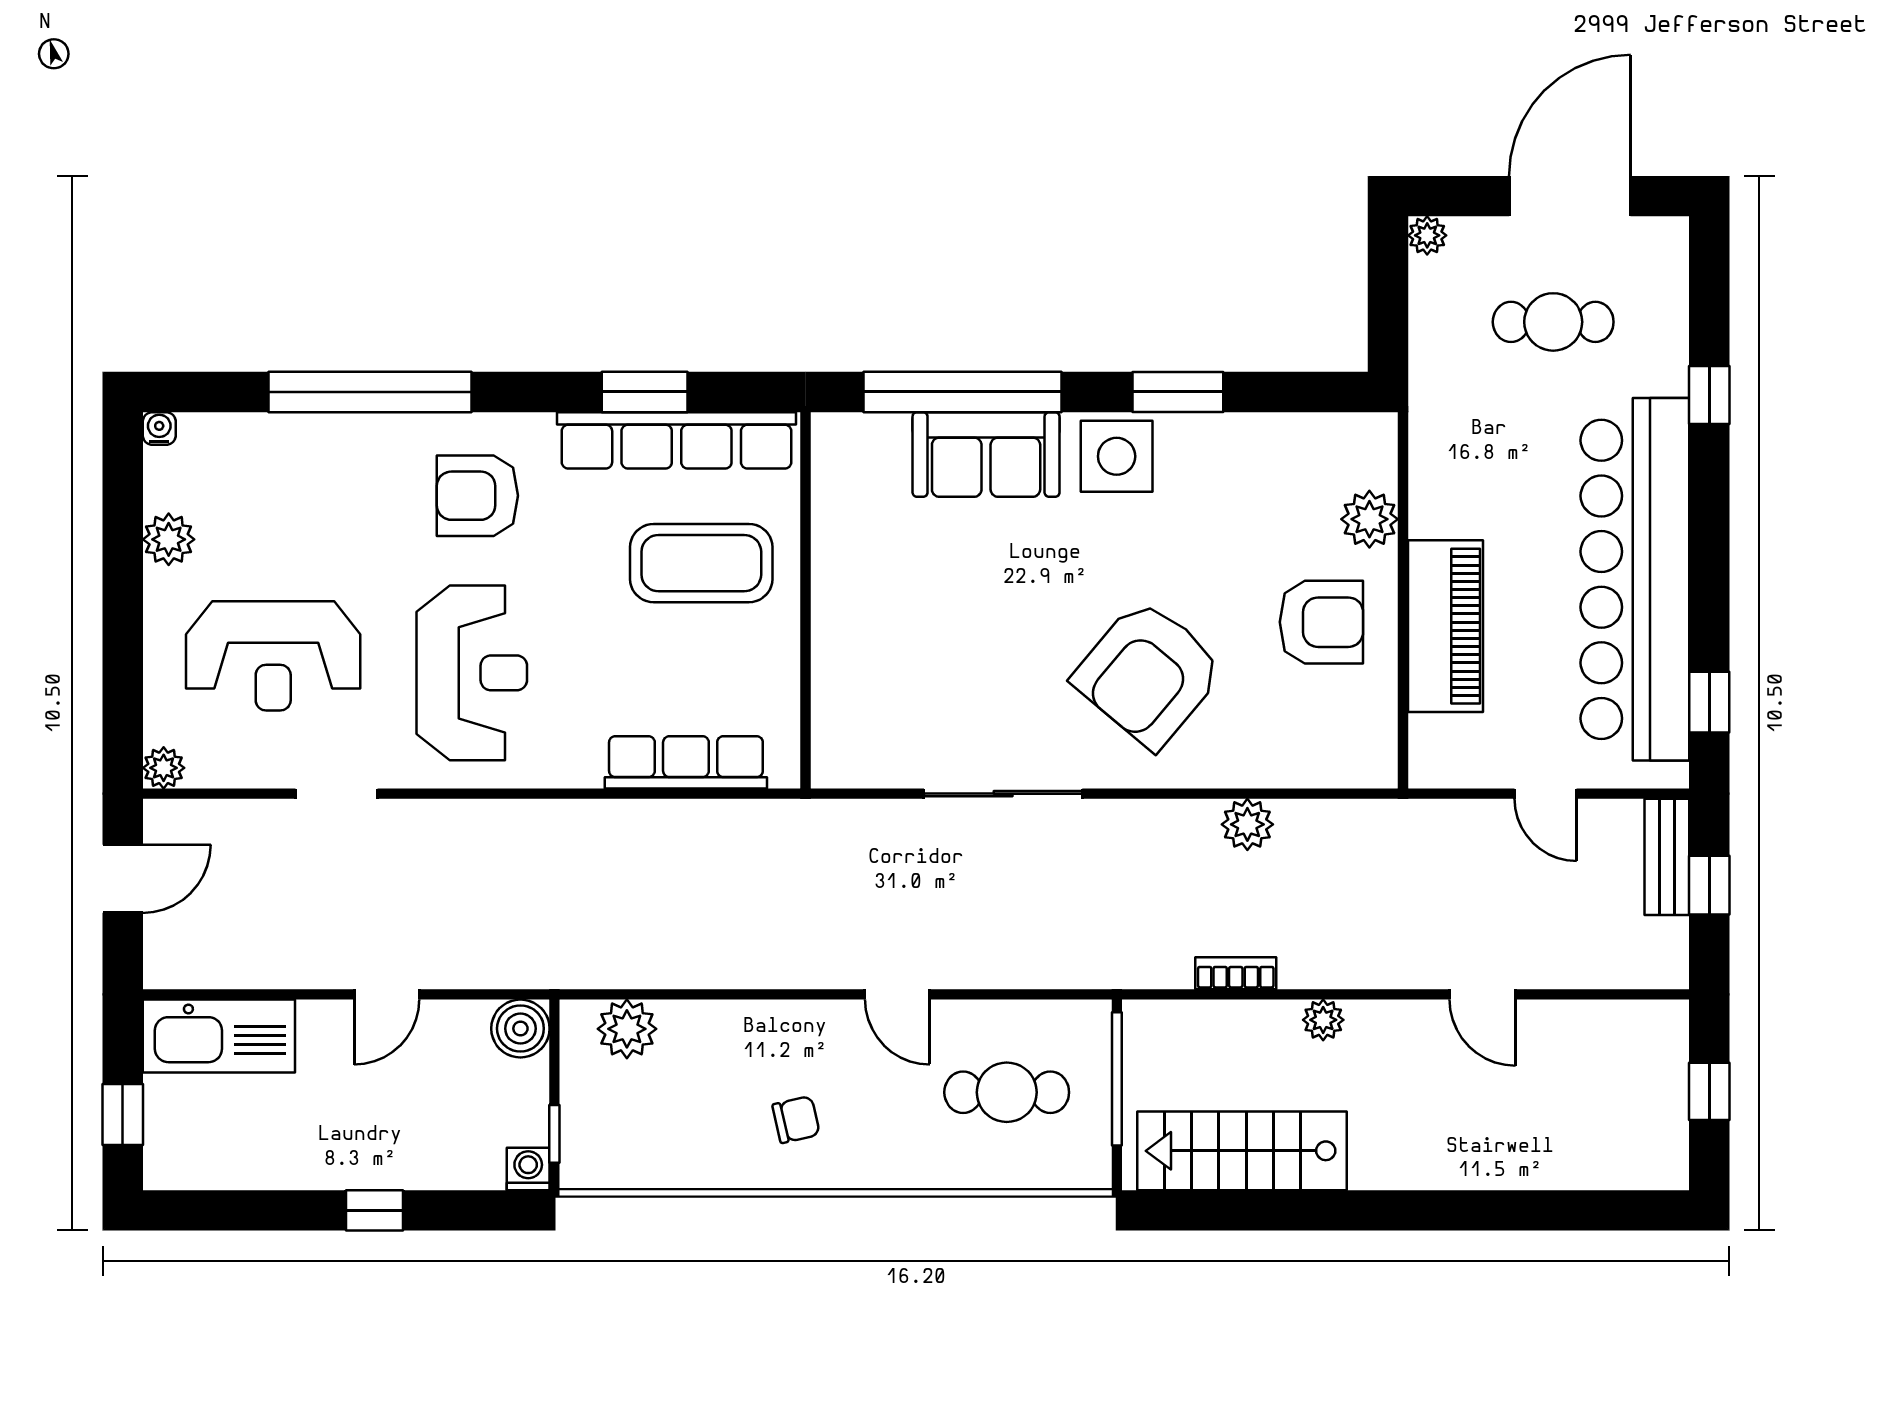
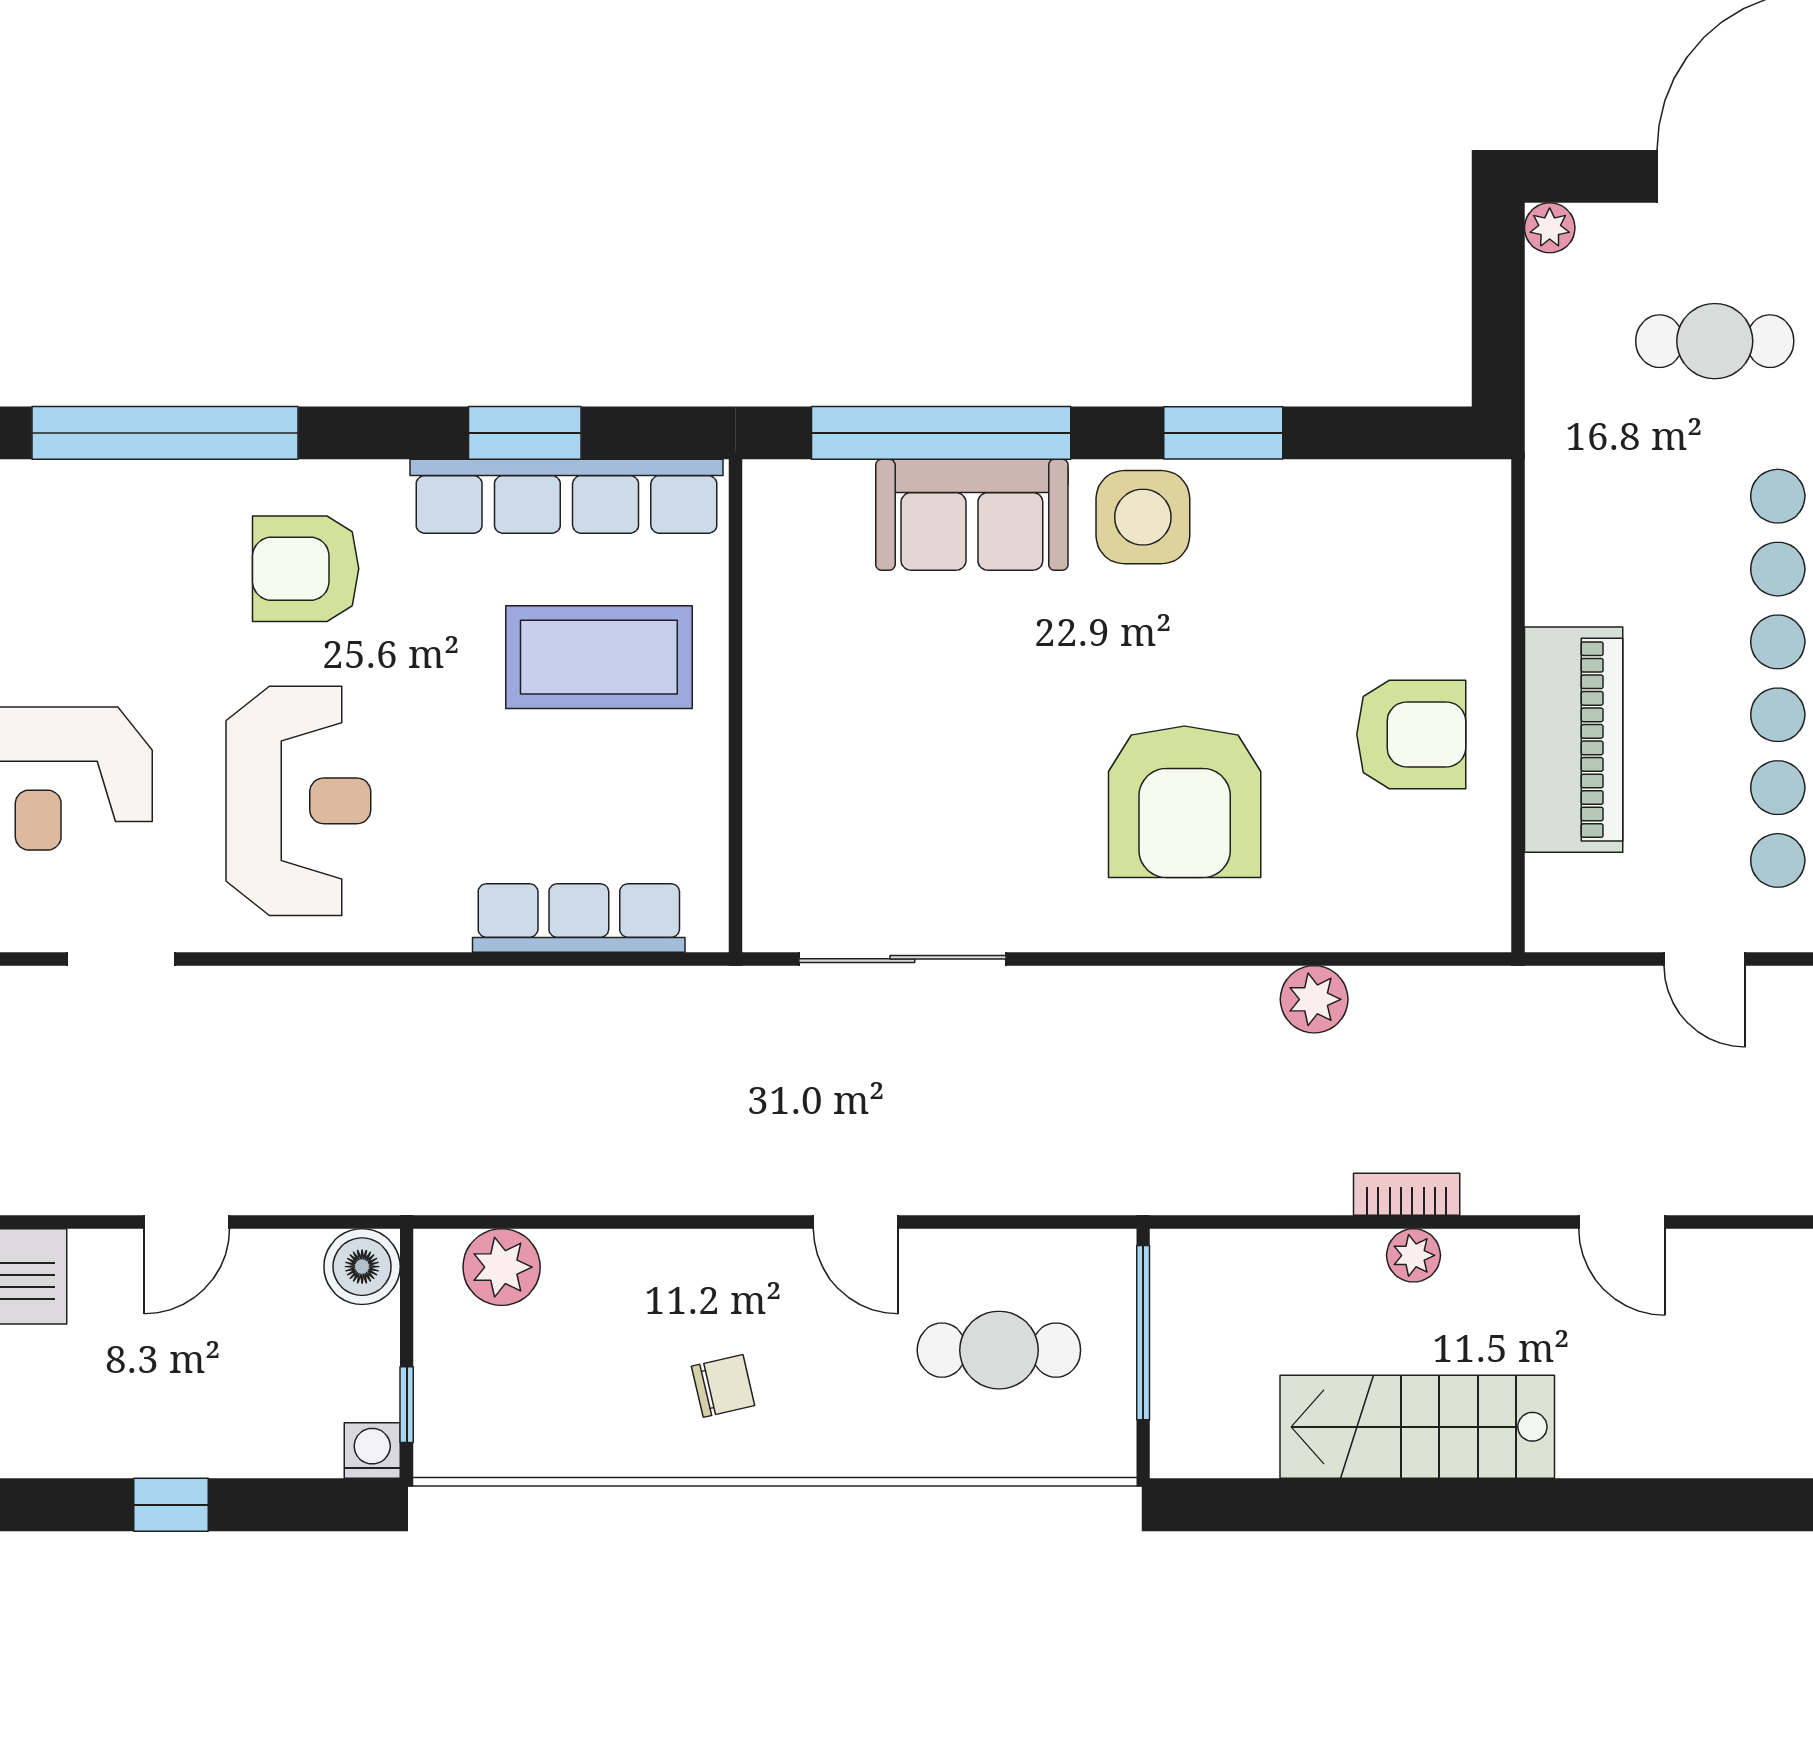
plant: (1369, 519) -> (1474, 600), removed
armchair: (1148, 674) -> (1185, 802), turned -40
sliding door: (1003, 794) -> (902, 959), moved
bookcase: (1236, 973) -> (1407, 1194), moved
stairs: (1242, 1151) -> (1417, 1427), moved

